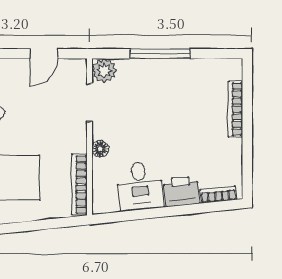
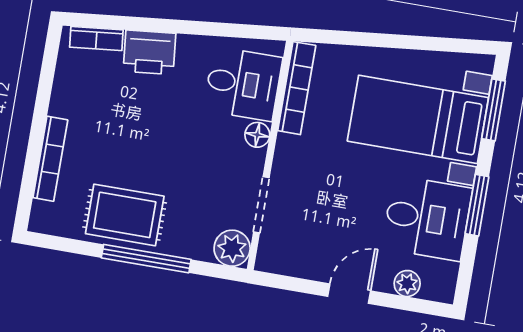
door: (44, 54) -> (349, 294), moved
rug: (179, 80) -> (125, 215), added
desk: (140, 186) -> (243, 84), moved, turned 96

